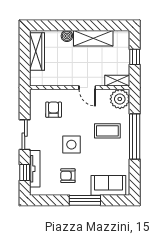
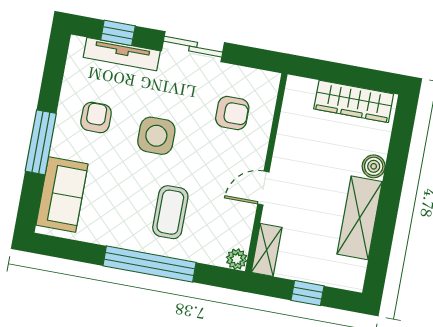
plant: (120, 99) -> (237, 259), width x0.53, depth x0.53

